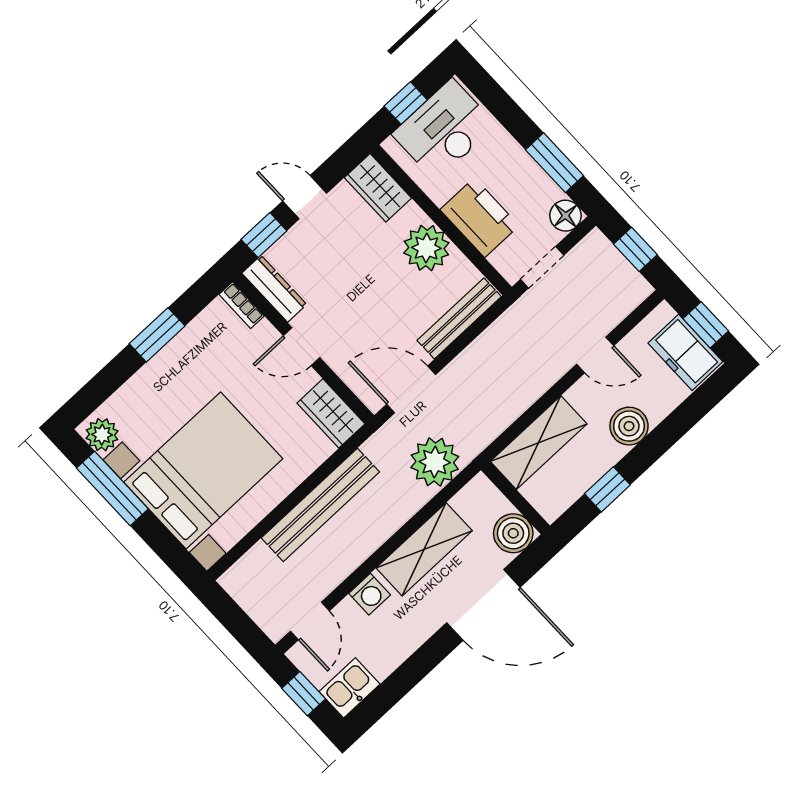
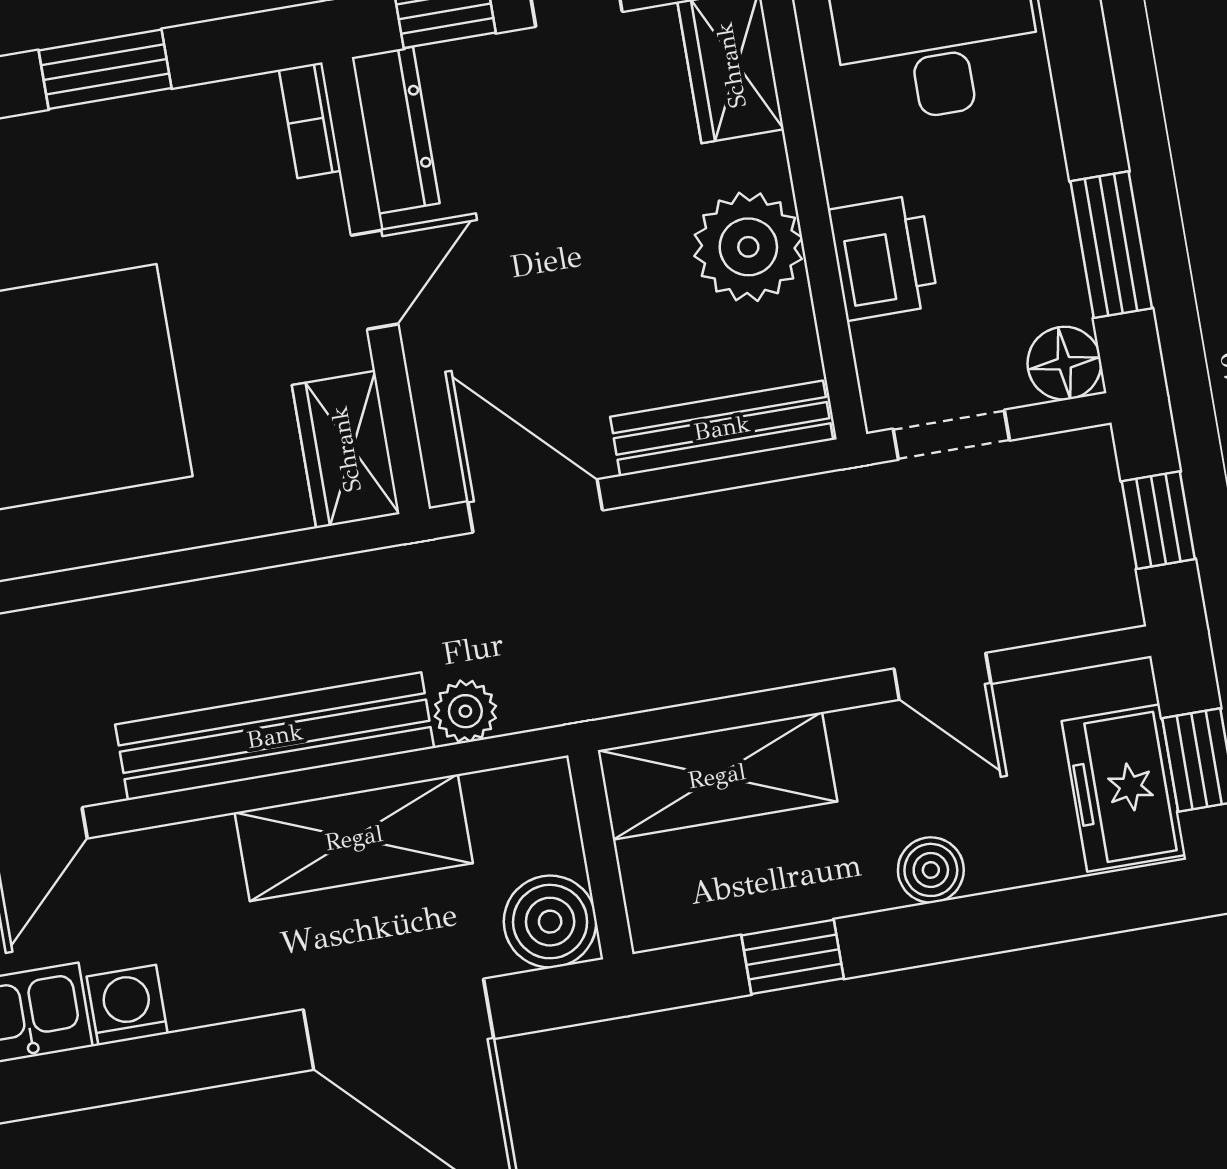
printer: (480, 218) -> (883, 258), width x0.73, depth x0.84
door: (302, 347) -> (375, 280), swing flipped
boiler: (629, 426) -> (931, 870), width x0.73, depth x0.73
plant: (435, 462) -> (465, 711), width x0.53, depth x0.53
bench: (320, 505) -> (275, 736), moved
washing machine: (370, 594) -> (127, 1005), moved, turned 180

